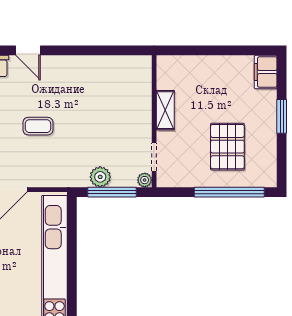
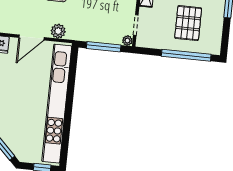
plant: (100, 177) -> (58, 31), moved

